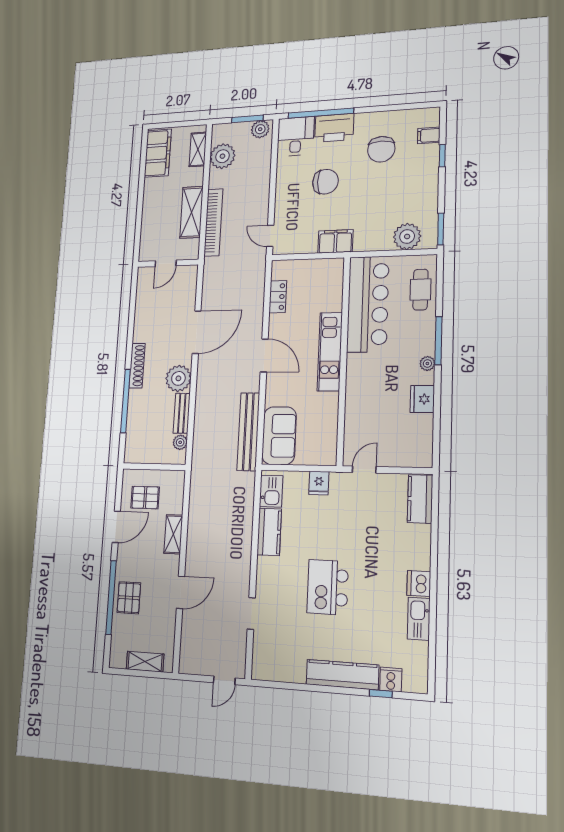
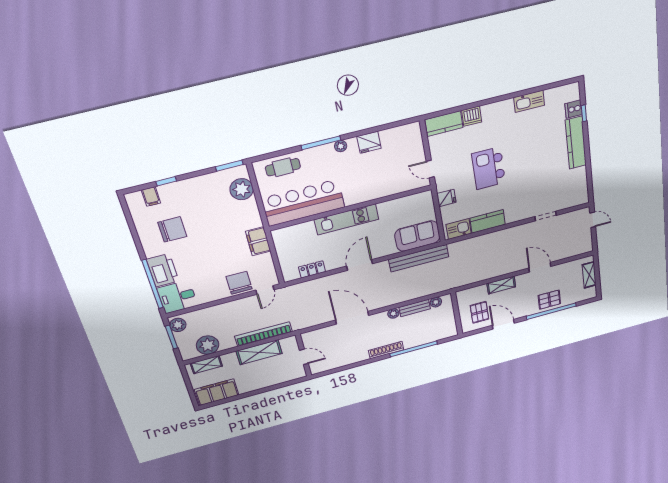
chair: (325, 182) -> (239, 283), moved
plant: (178, 378) -> (393, 313), width x0.53, depth x0.53
dishwasher: (419, 584) -> (472, 116), moved
kitchen island: (328, 587) -> (489, 168), moved, turned 90

